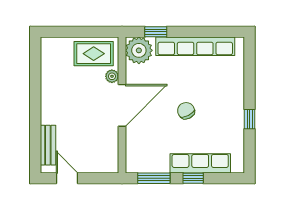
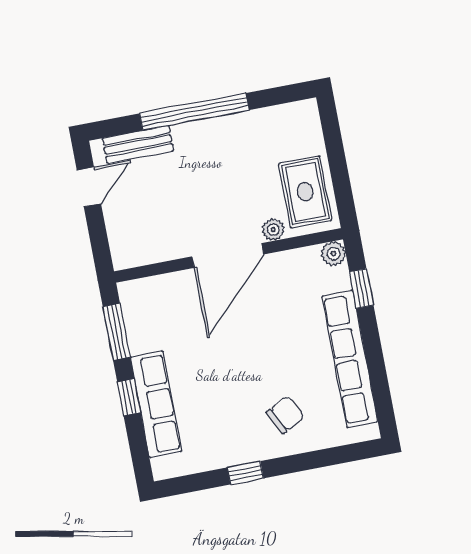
plant: (139, 50) -> (333, 254), width x0.53, depth x0.53
door: (122, 105) -> (228, 255), hinge flipped
window: (35, 109) -> (194, 112), added
chair: (186, 111) -> (285, 415), moved

